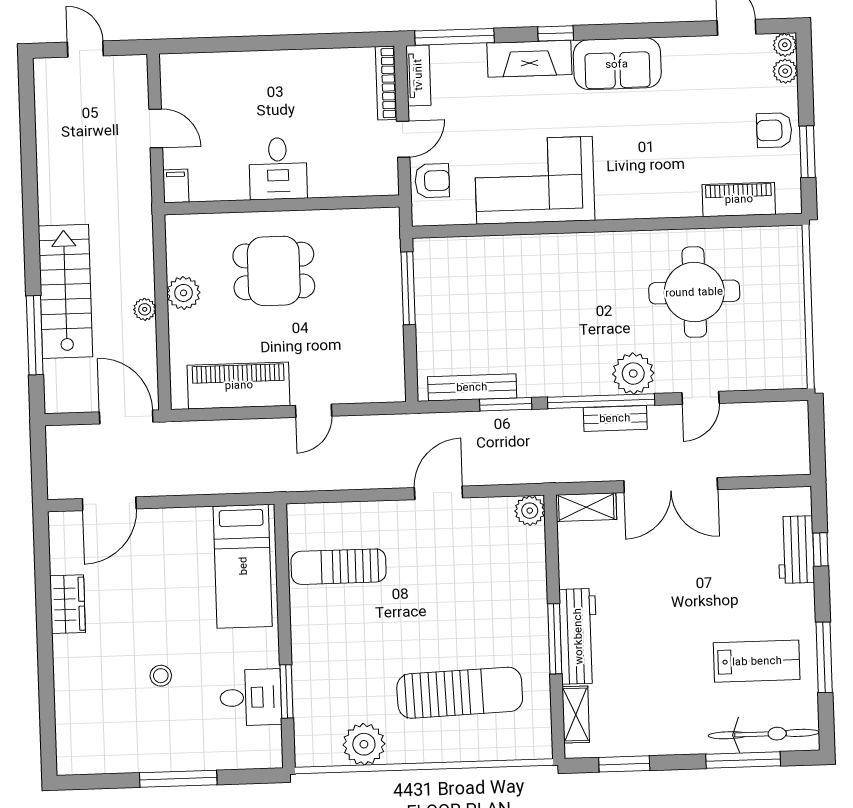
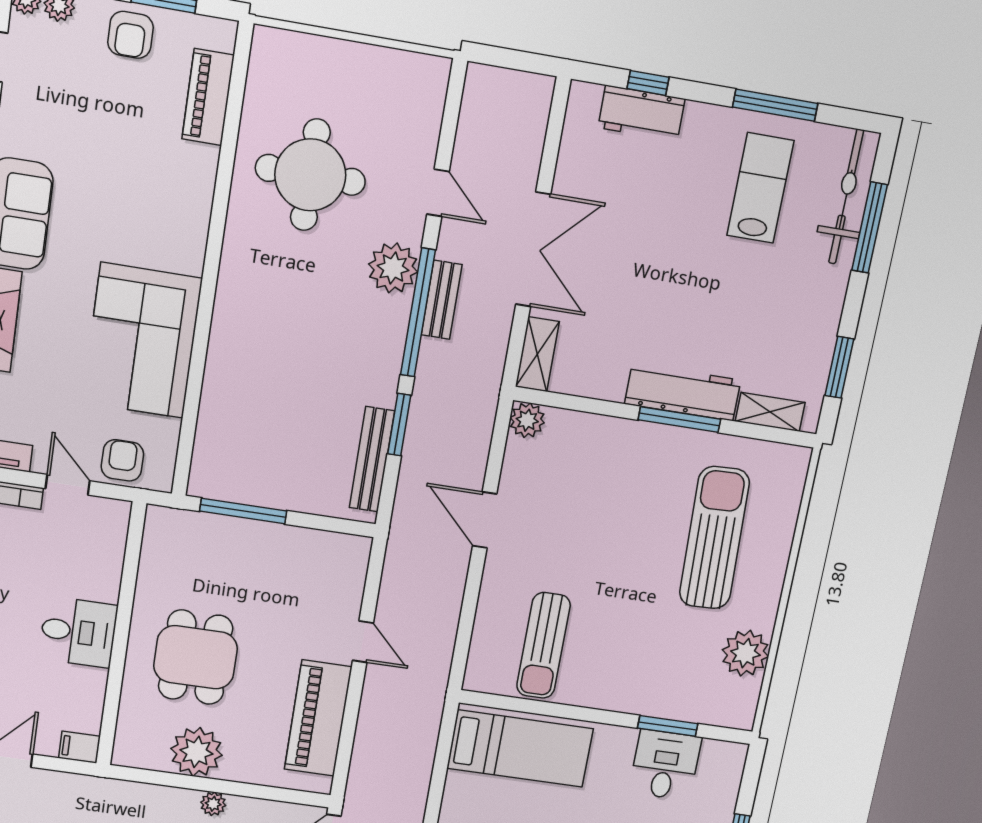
plant: (184, 293) -> (197, 752), width x1.36, depth x1.36

